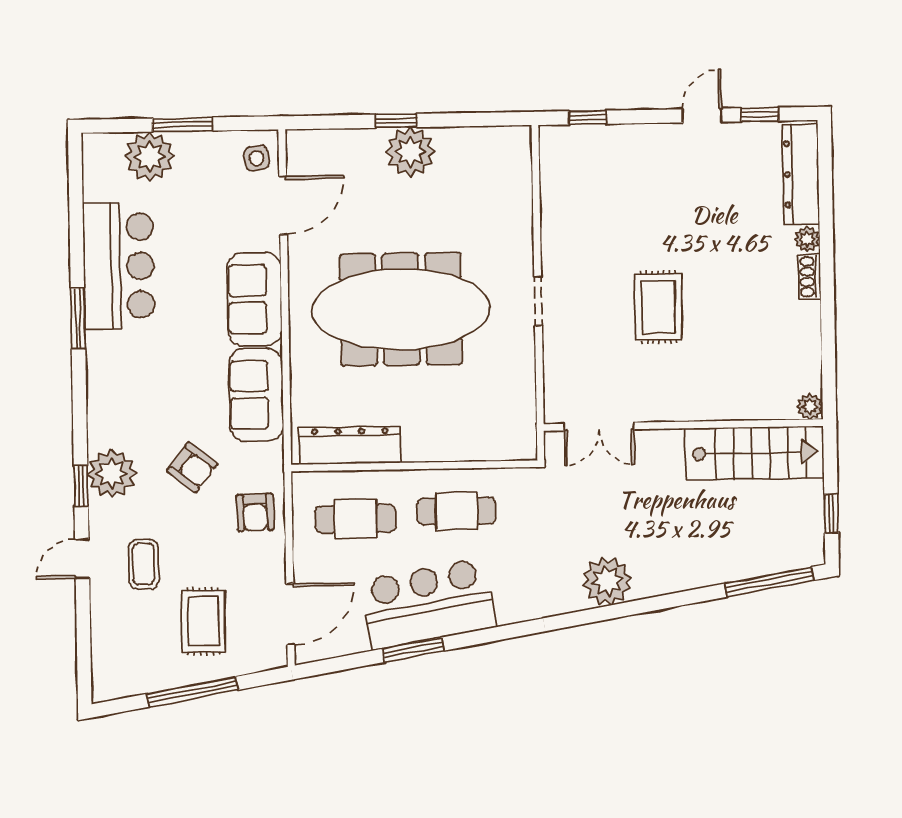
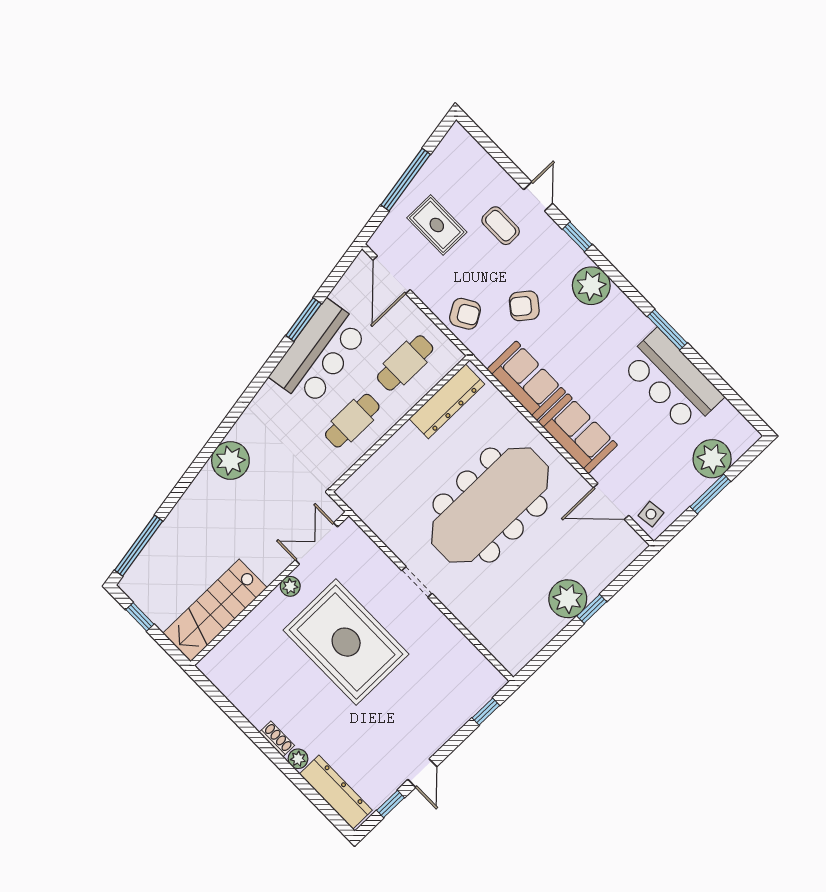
door: (283, 205) -> (611, 501), hinge flipped
rug: (658, 307) -> (346, 642), width x1.86, depth x2.06
plant: (810, 407) -> (290, 586), moved
plant: (112, 474) -> (591, 286), moved
armchair: (255, 512) -> (465, 314), turned 151

